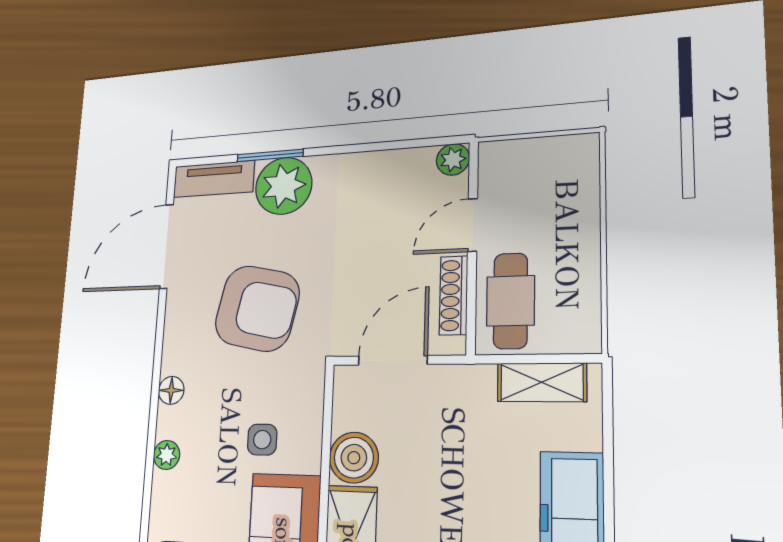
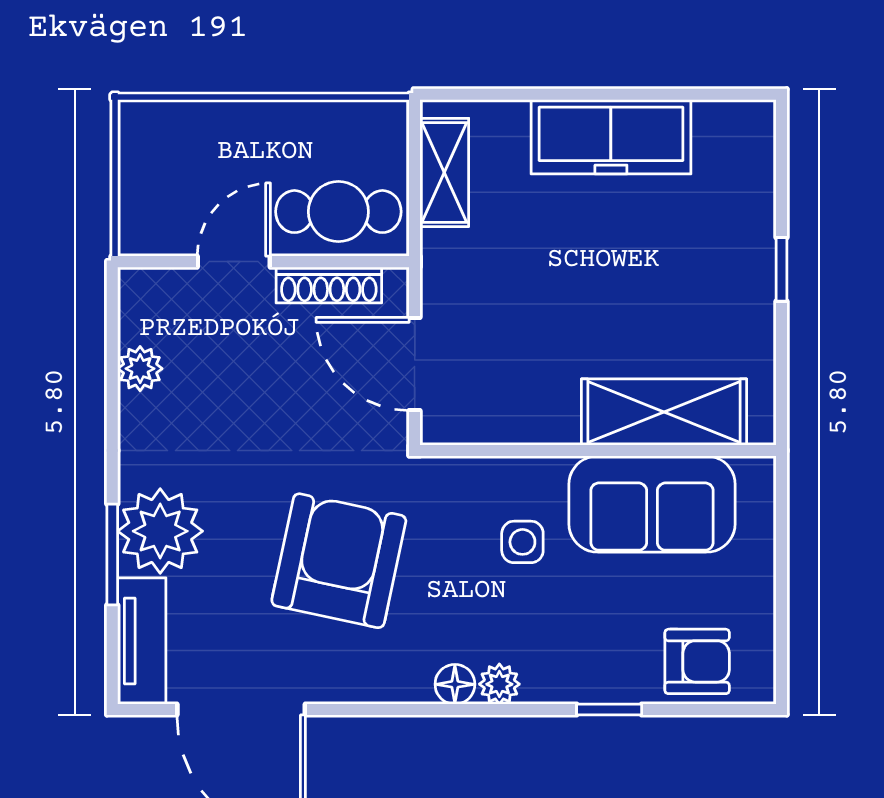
plant: (453, 159) -> (140, 369), moved
door: (473, 225) -> (234, 262), swing flipped
plant: (167, 455) -> (499, 684), moved
boiler: (354, 458) -> (544, 412), removed
window: (147, 500) -> (609, 710), added

